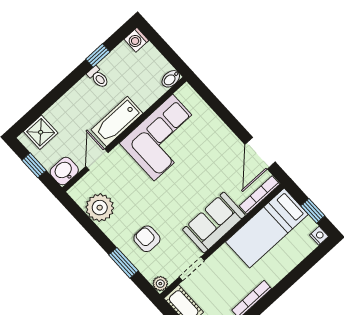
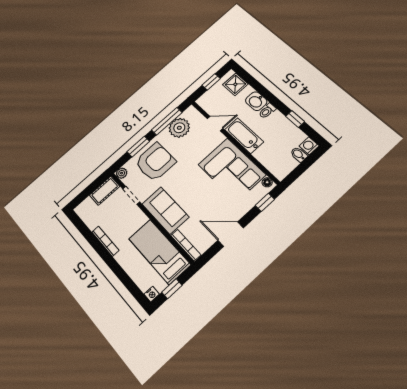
toilet: (98, 77) -> (267, 111), moved
bidet: (171, 79) -> (299, 154), moved
floor lamp: (182, 93) -> (267, 182), added
window: (208, 97) -> (265, 202), added
door: (260, 153) -> (231, 234), moved
washbasin: (64, 171) -> (256, 101), moved, turned 180
window: (89, 225) -> (167, 121), added
armchair: (147, 239) -> (155, 162), width x1.88, depth x1.88

